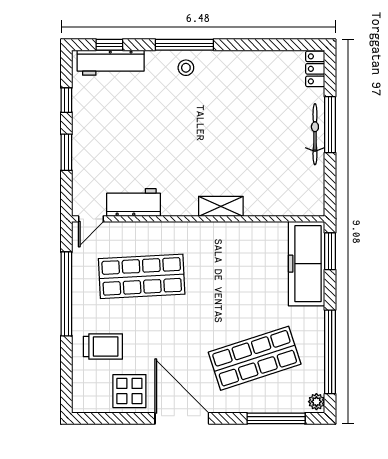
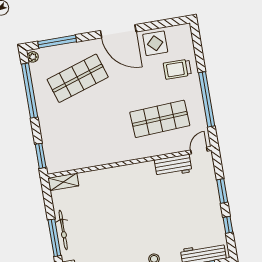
shelving: (221, 206) -> (63, 182), moved
freezer: (307, 264) -> (54, 145), removed

